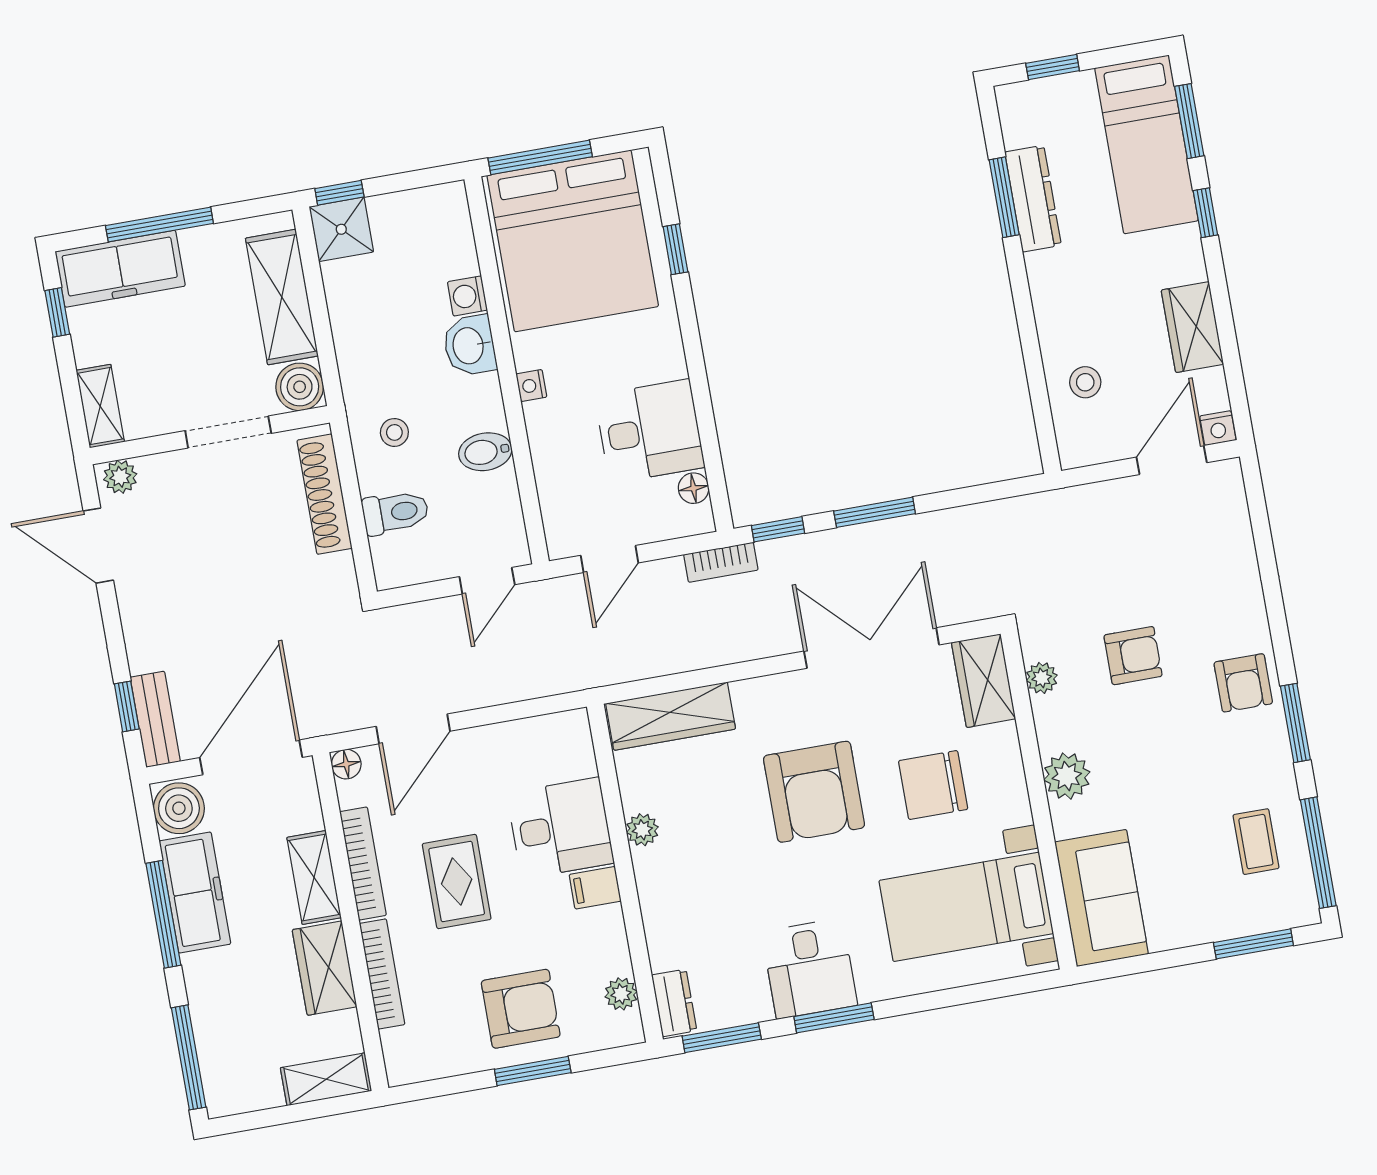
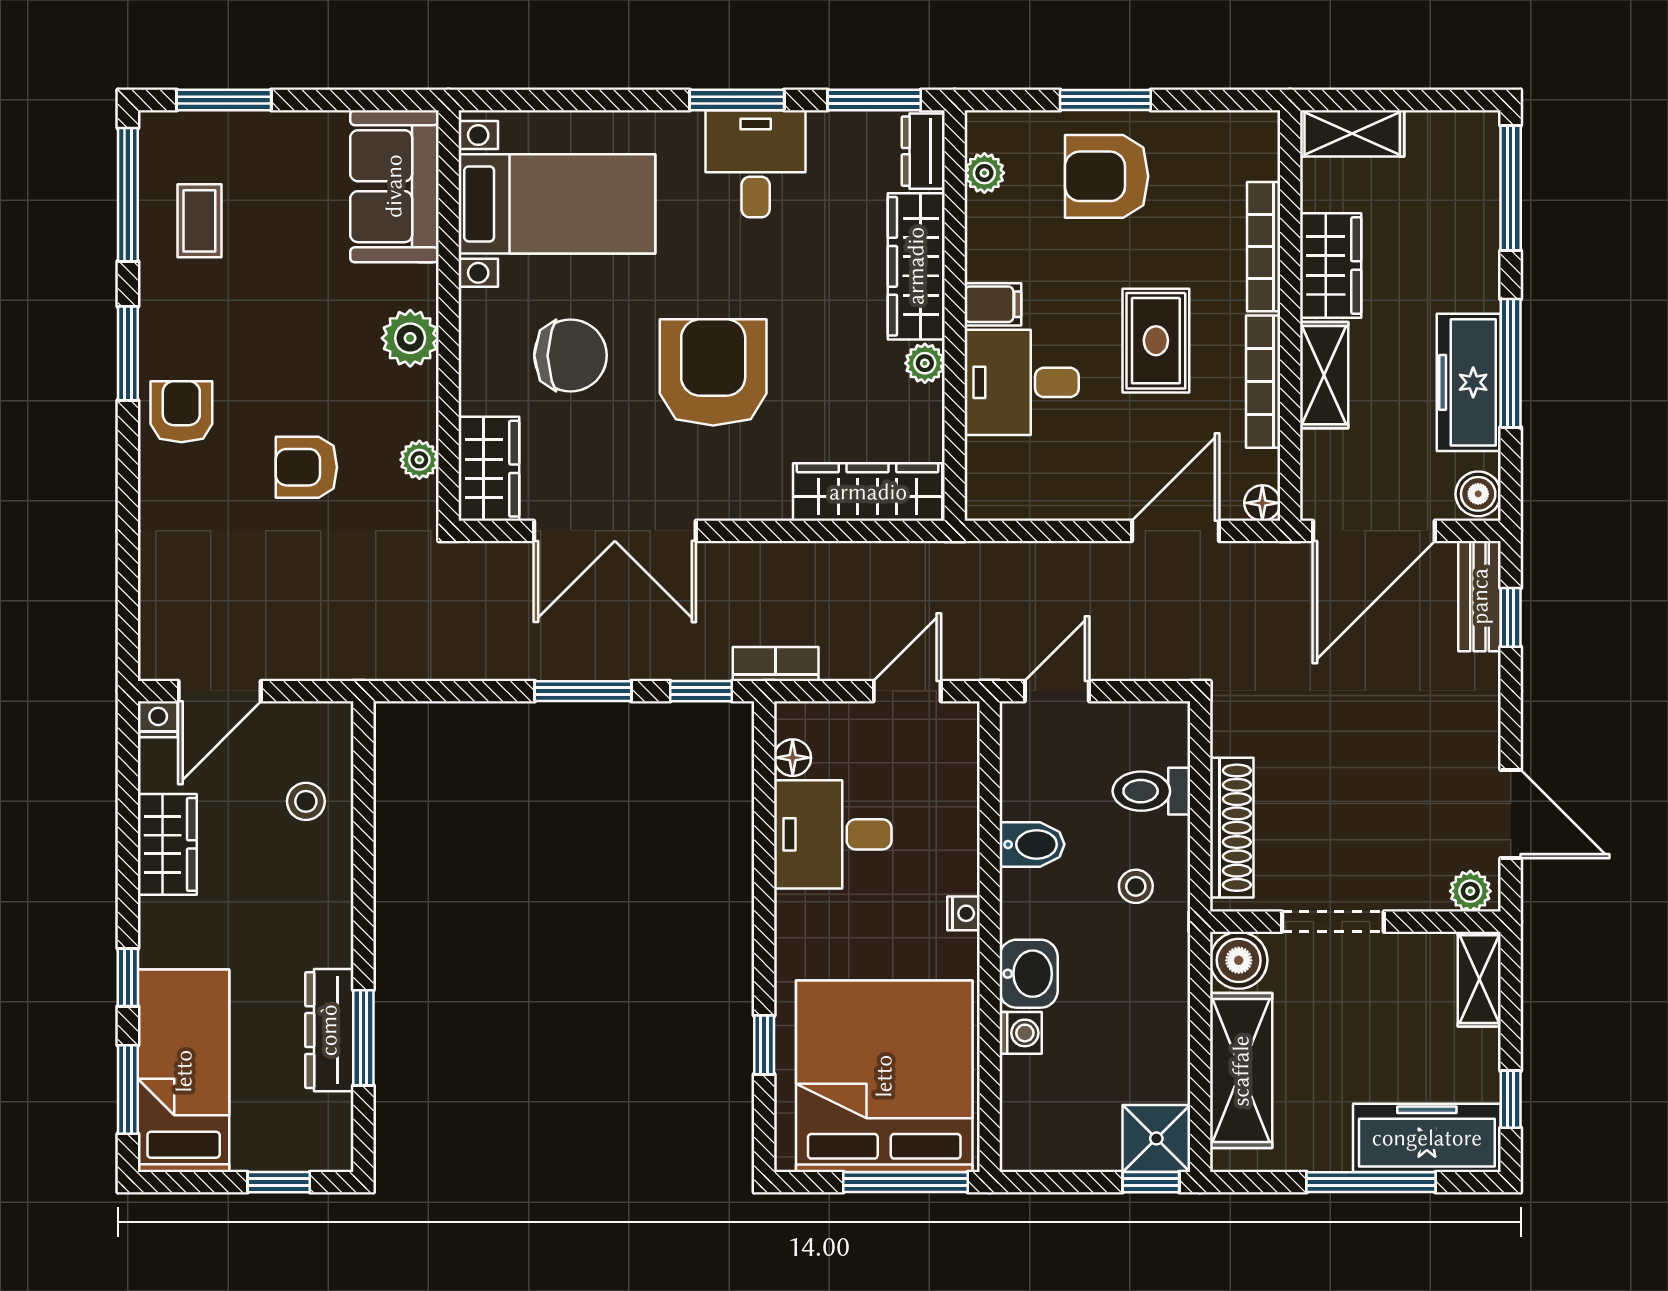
boiler: (179, 808) -> (1478, 494), width x0.73, depth x0.73
wardrobe: (663, 908) -> (916, 266), added

